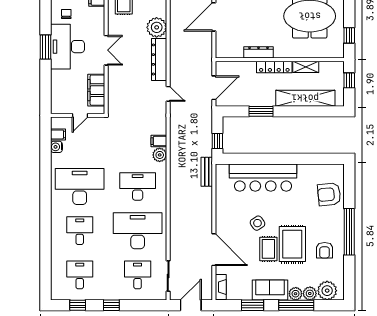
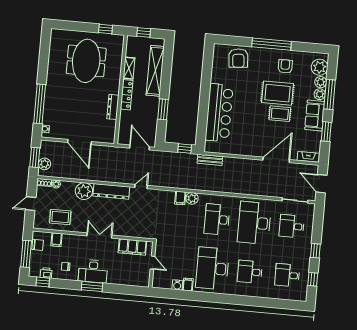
desk: (67, 47) -> (93, 271), width x0.73, depth x0.77
filing cabinet: (58, 134) -> (188, 285), moved
side table: (257, 223) -> (257, 121), removed
armchair: (325, 250) -> (285, 66), turned -90

